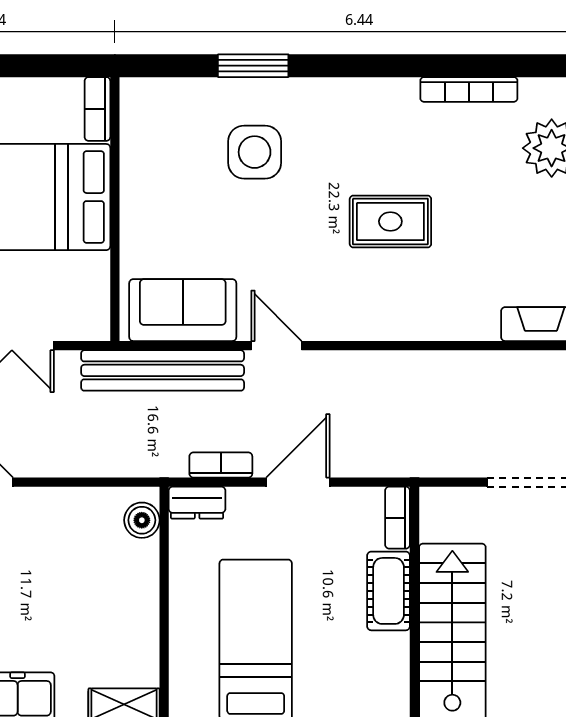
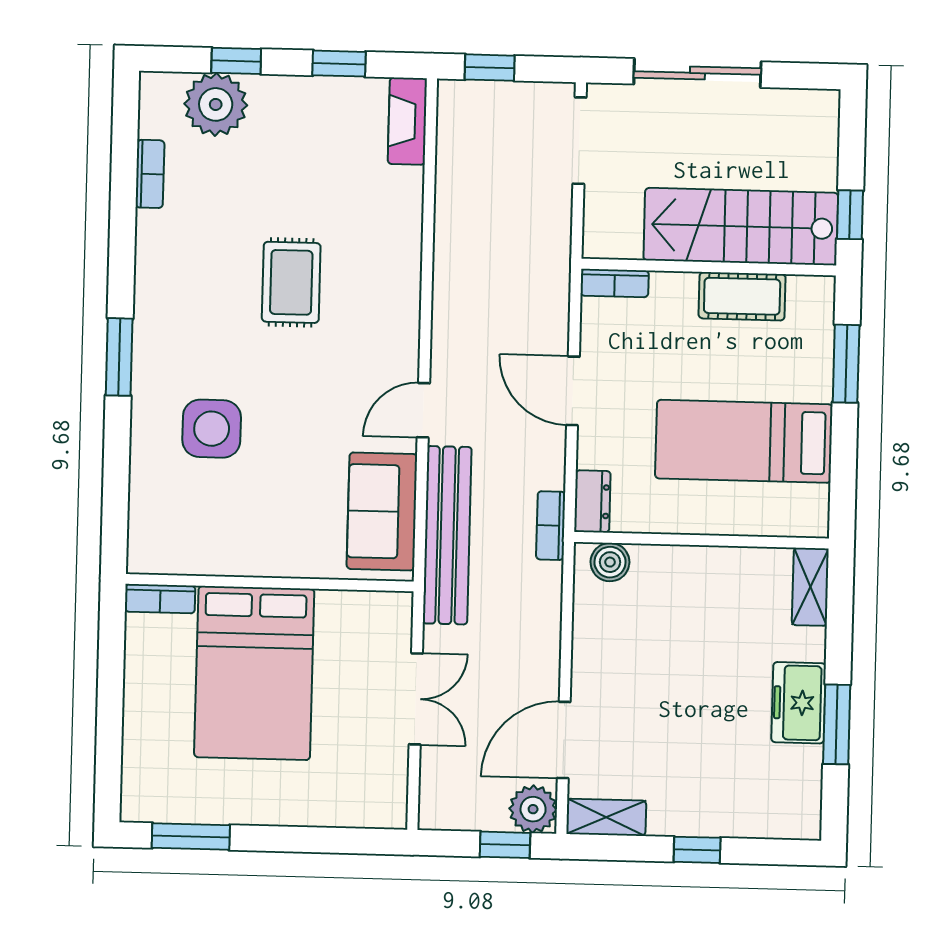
window: (253, 66) -> (119, 357), moved
bookcase: (469, 89) -> (150, 174), width x0.64
bookcase: (221, 465) -> (551, 526), moved
cot: (389, 591) -> (742, 296), moved

